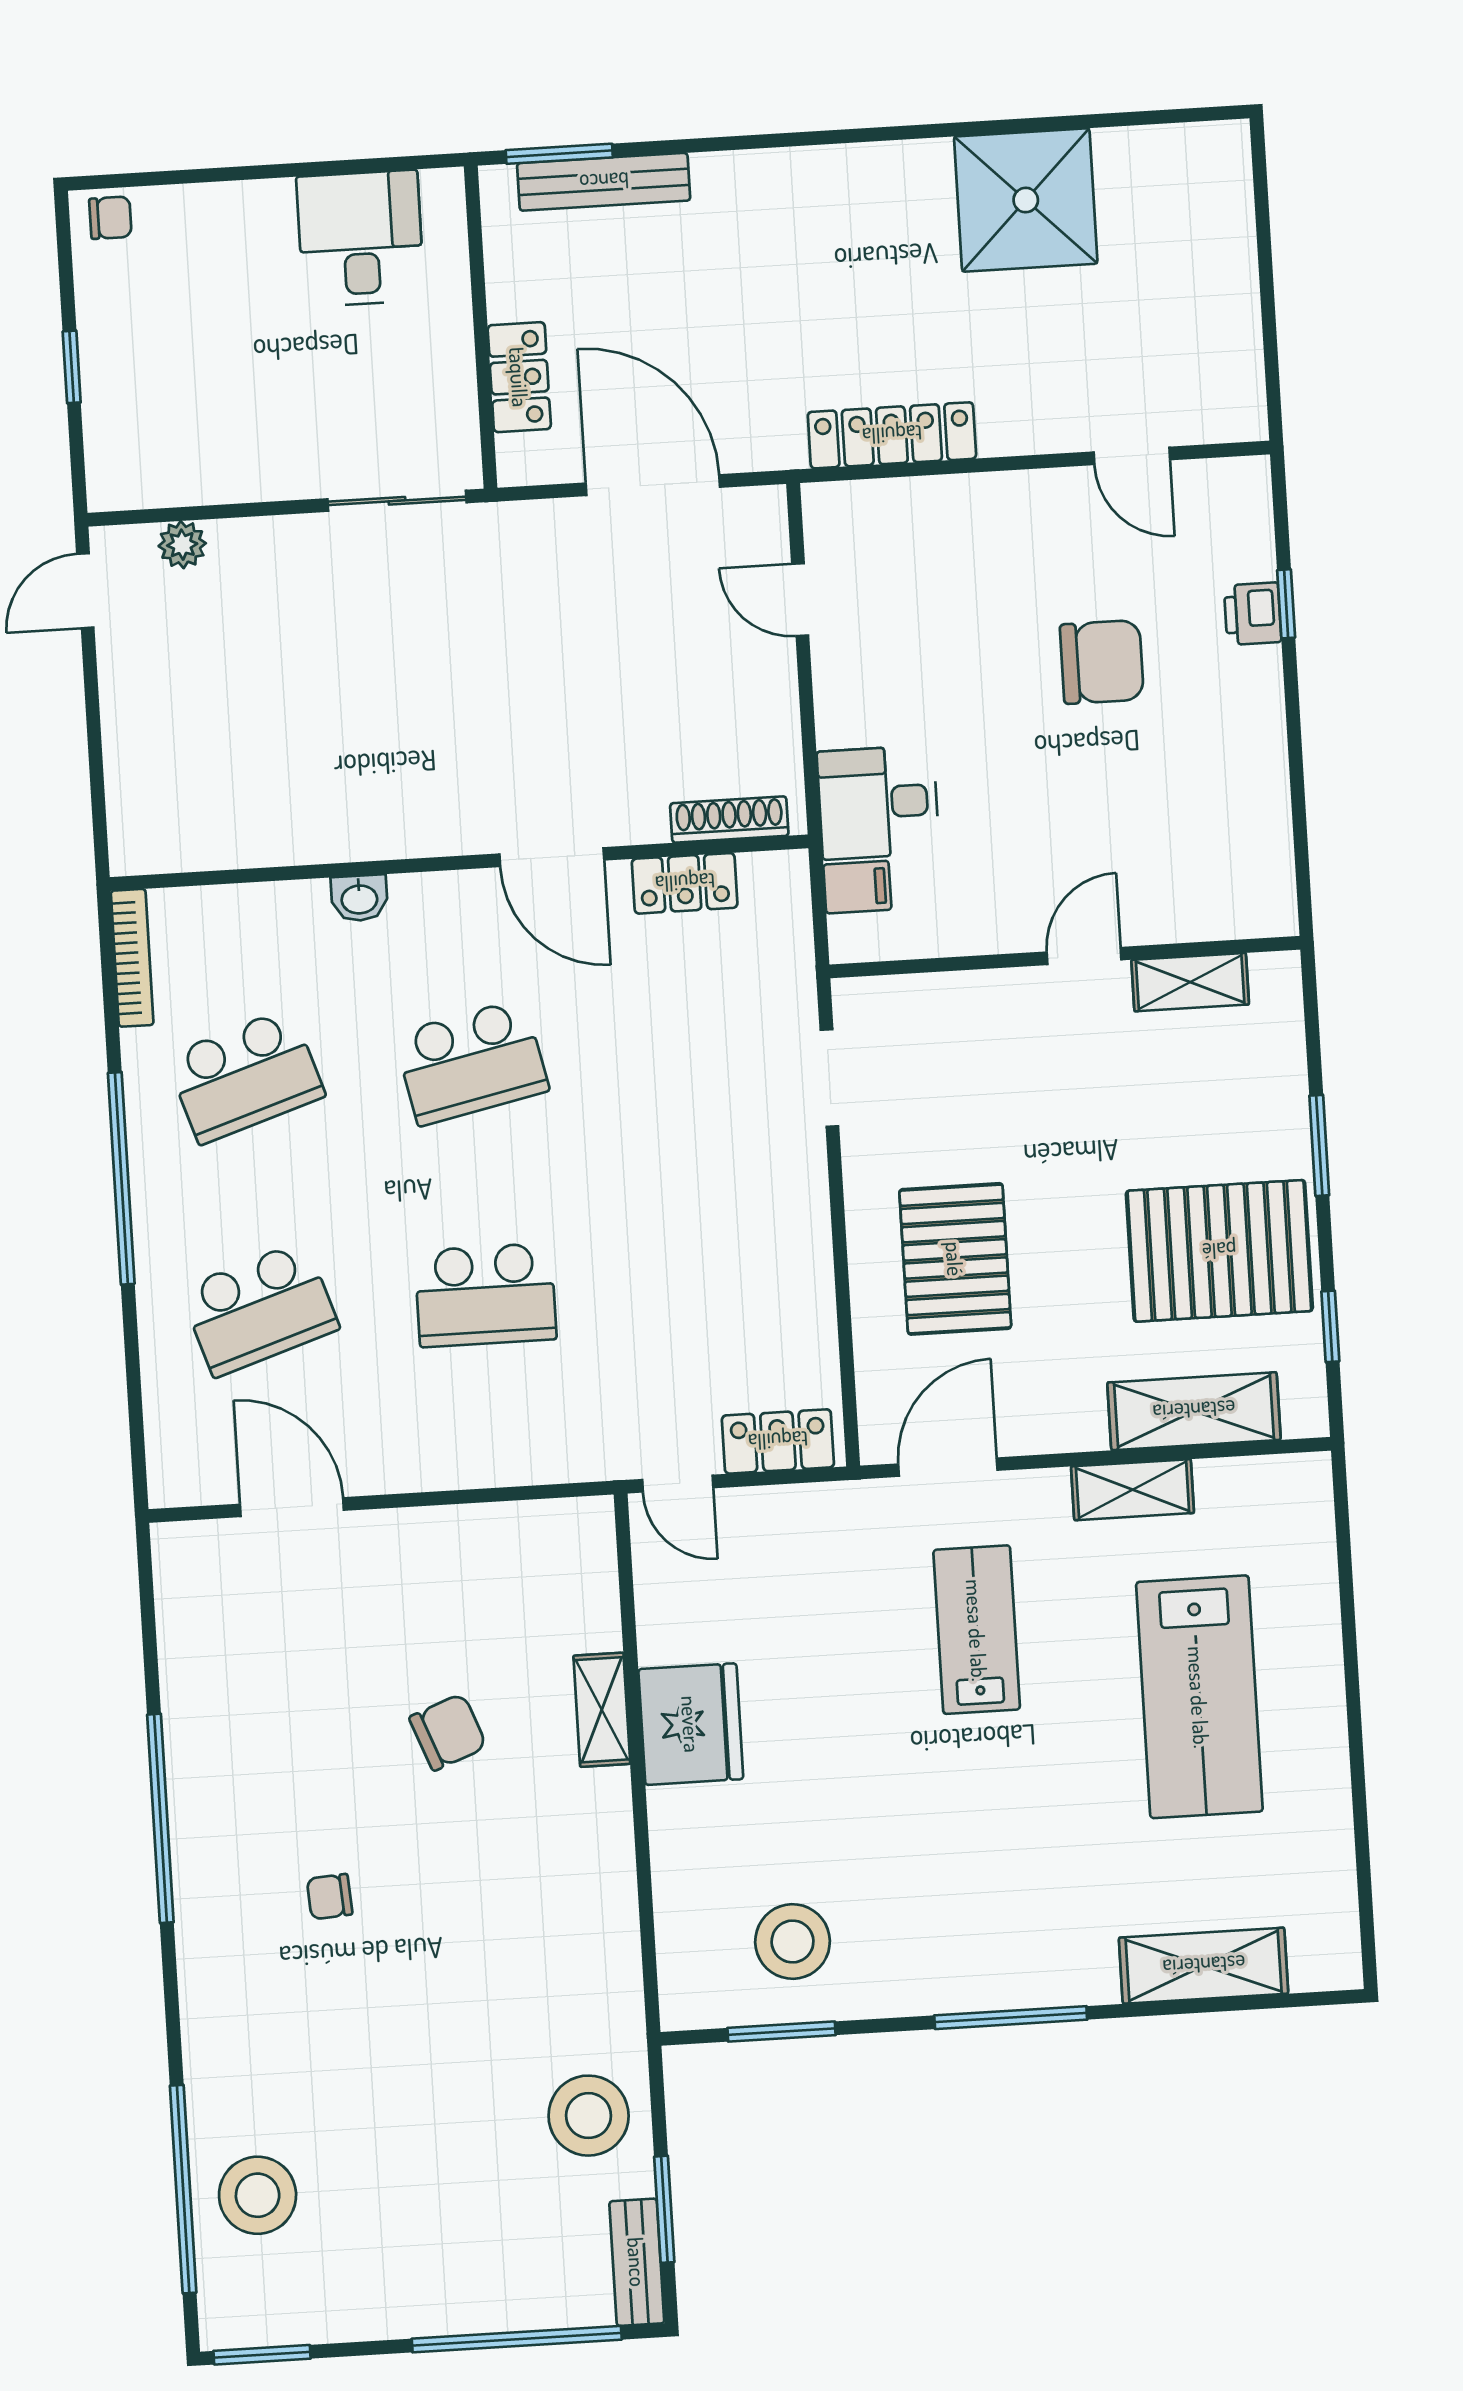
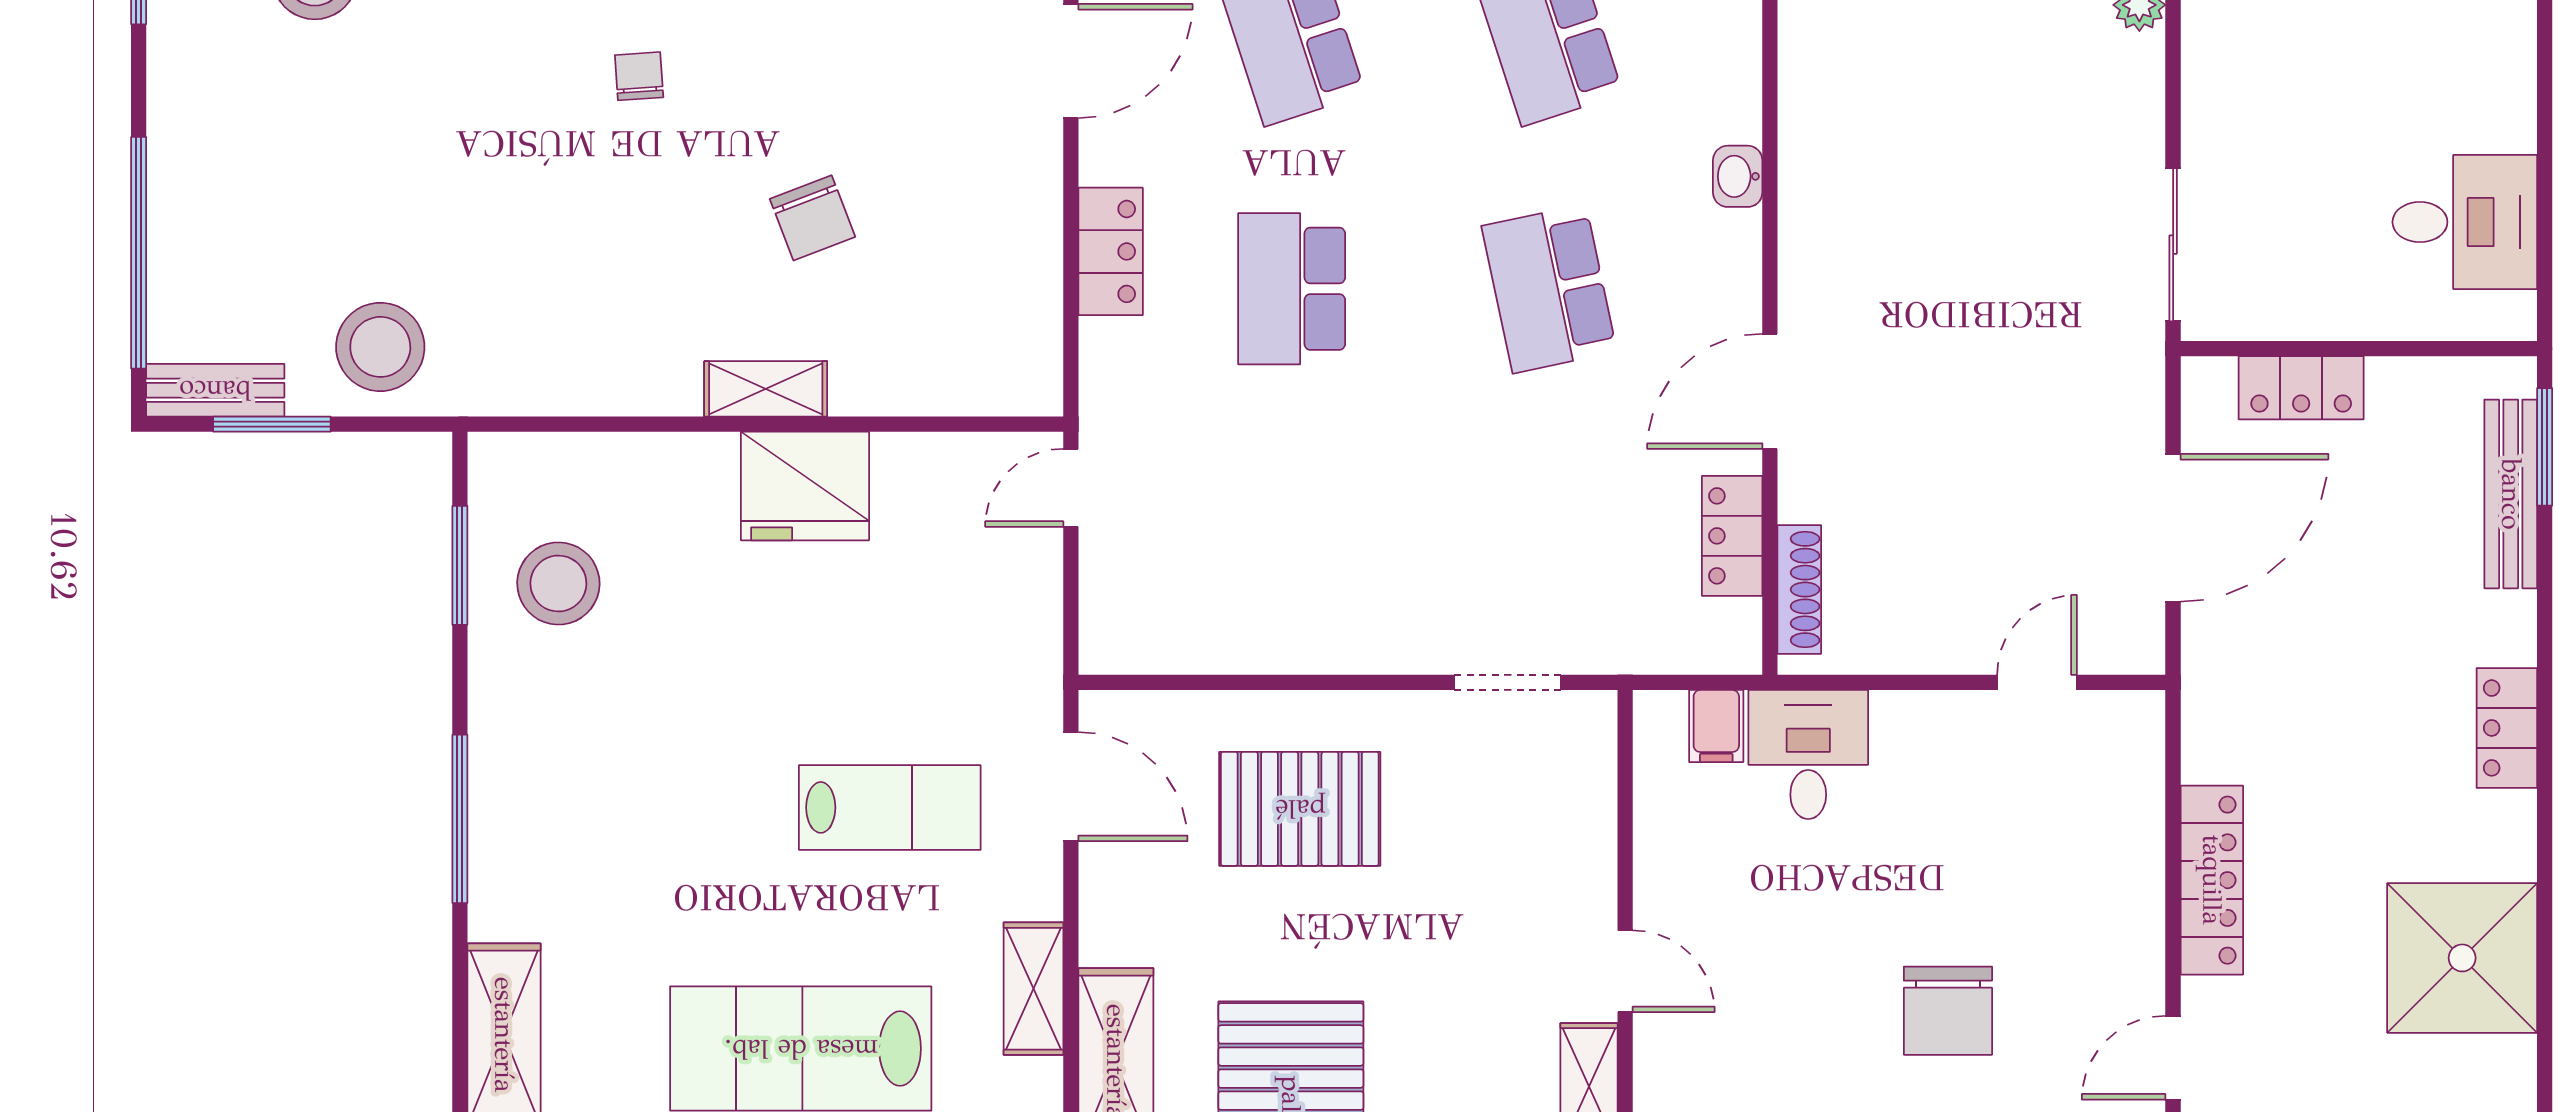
locker: (815, 172) -> (2507, 728), added
locker: (892, 435) -> (2212, 880), moved
locker: (778, 1441) -> (1111, 251), moved
shelving: (602, 1710) -> (766, 389), moved

